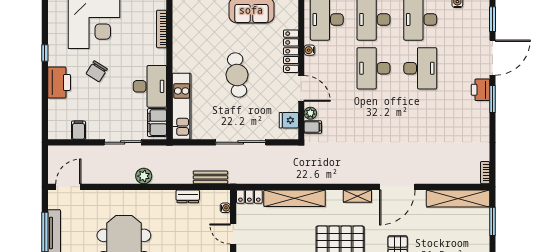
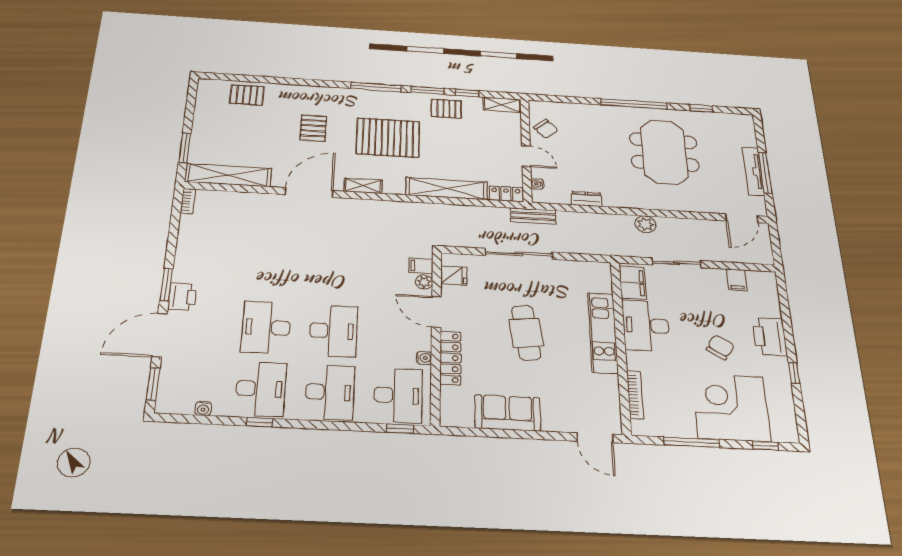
kitchen unit: (182, 106) -> (603, 333), moved
bench: (210, 177) -> (533, 216), moved

